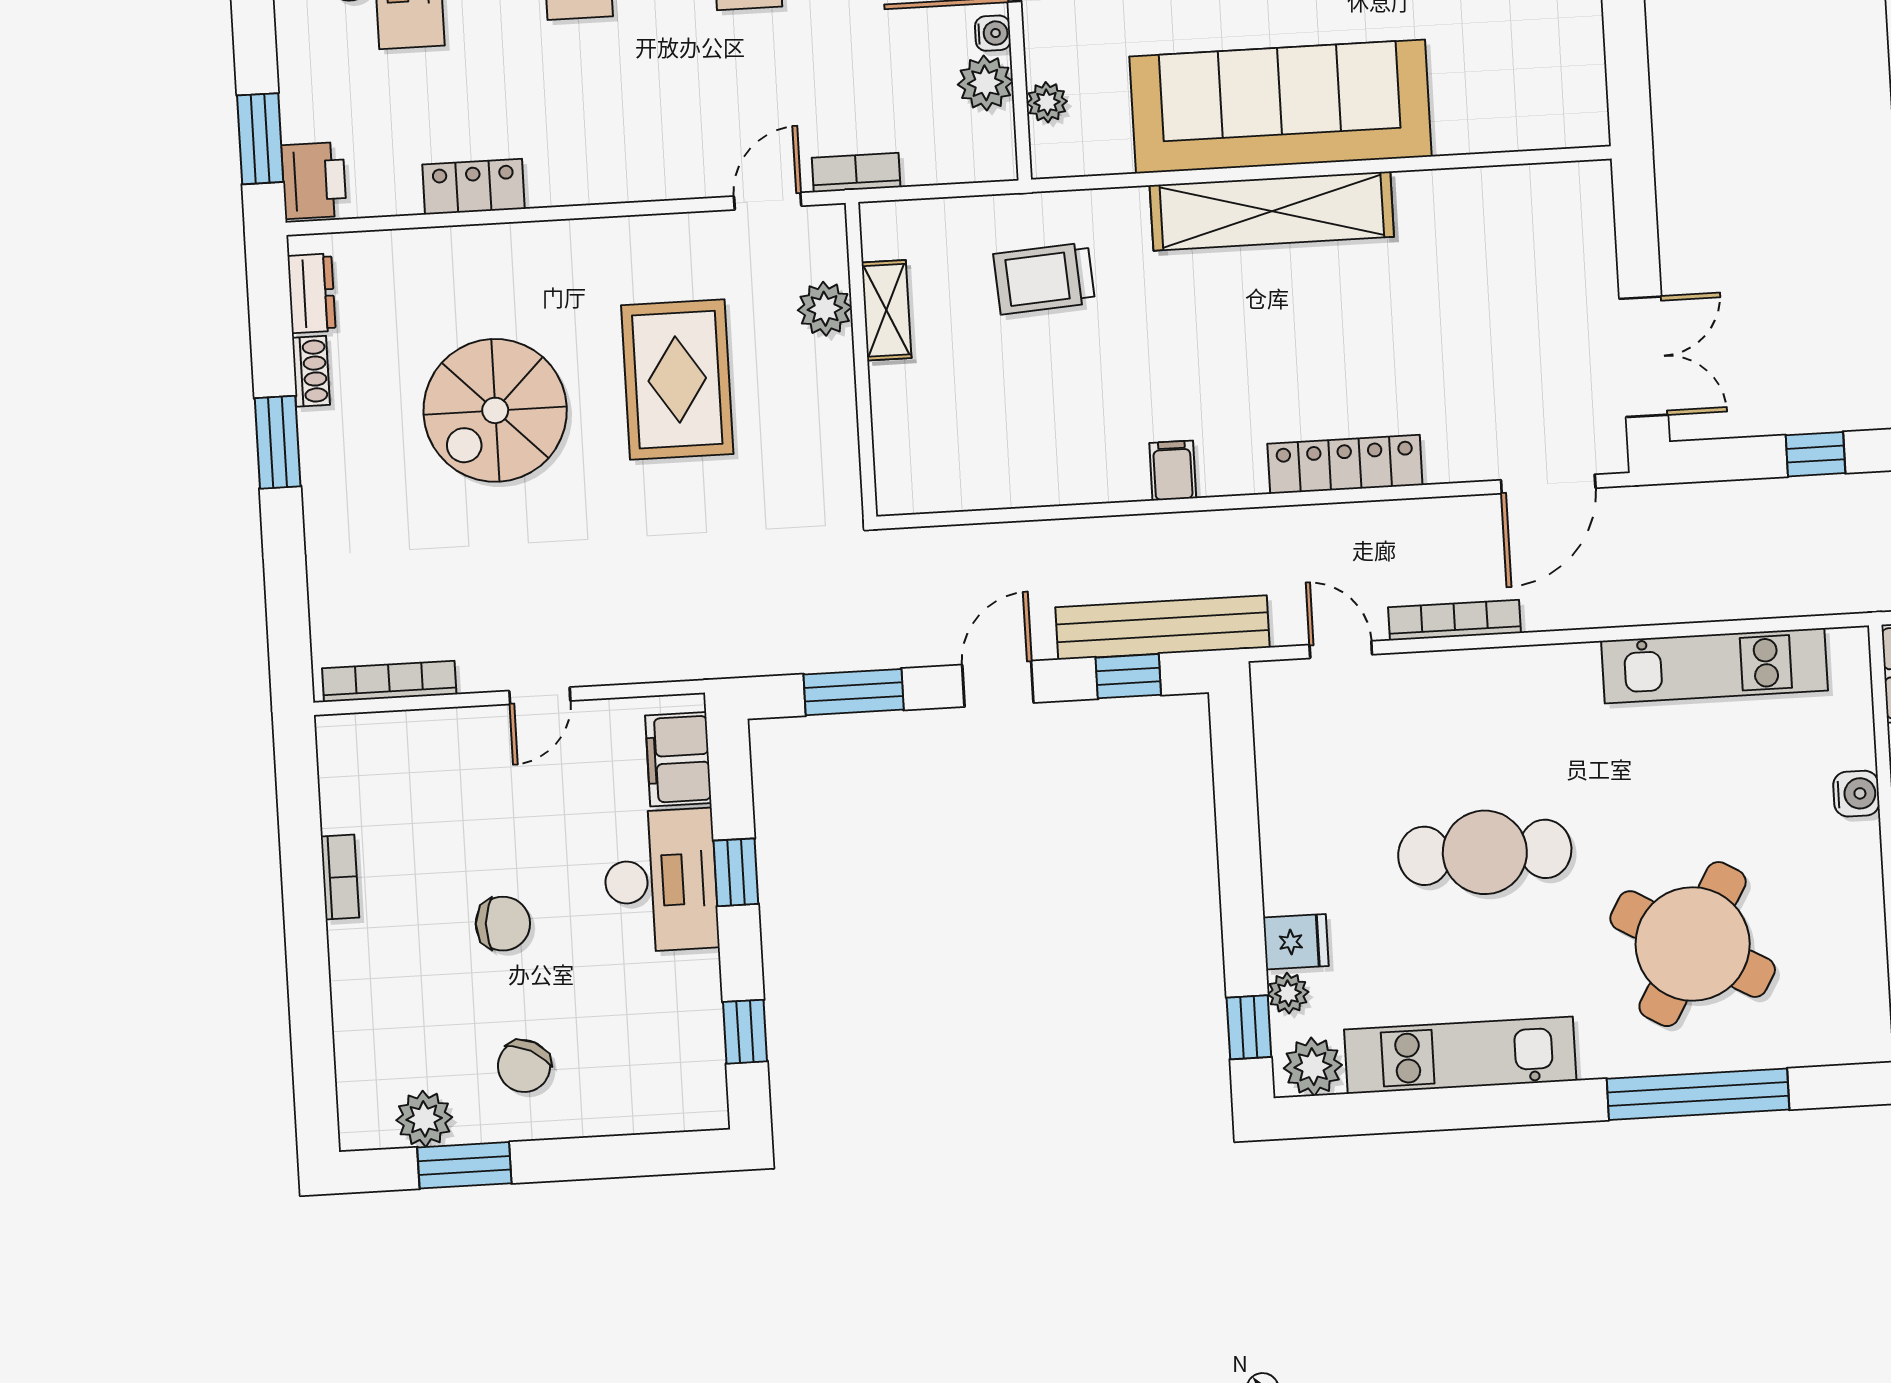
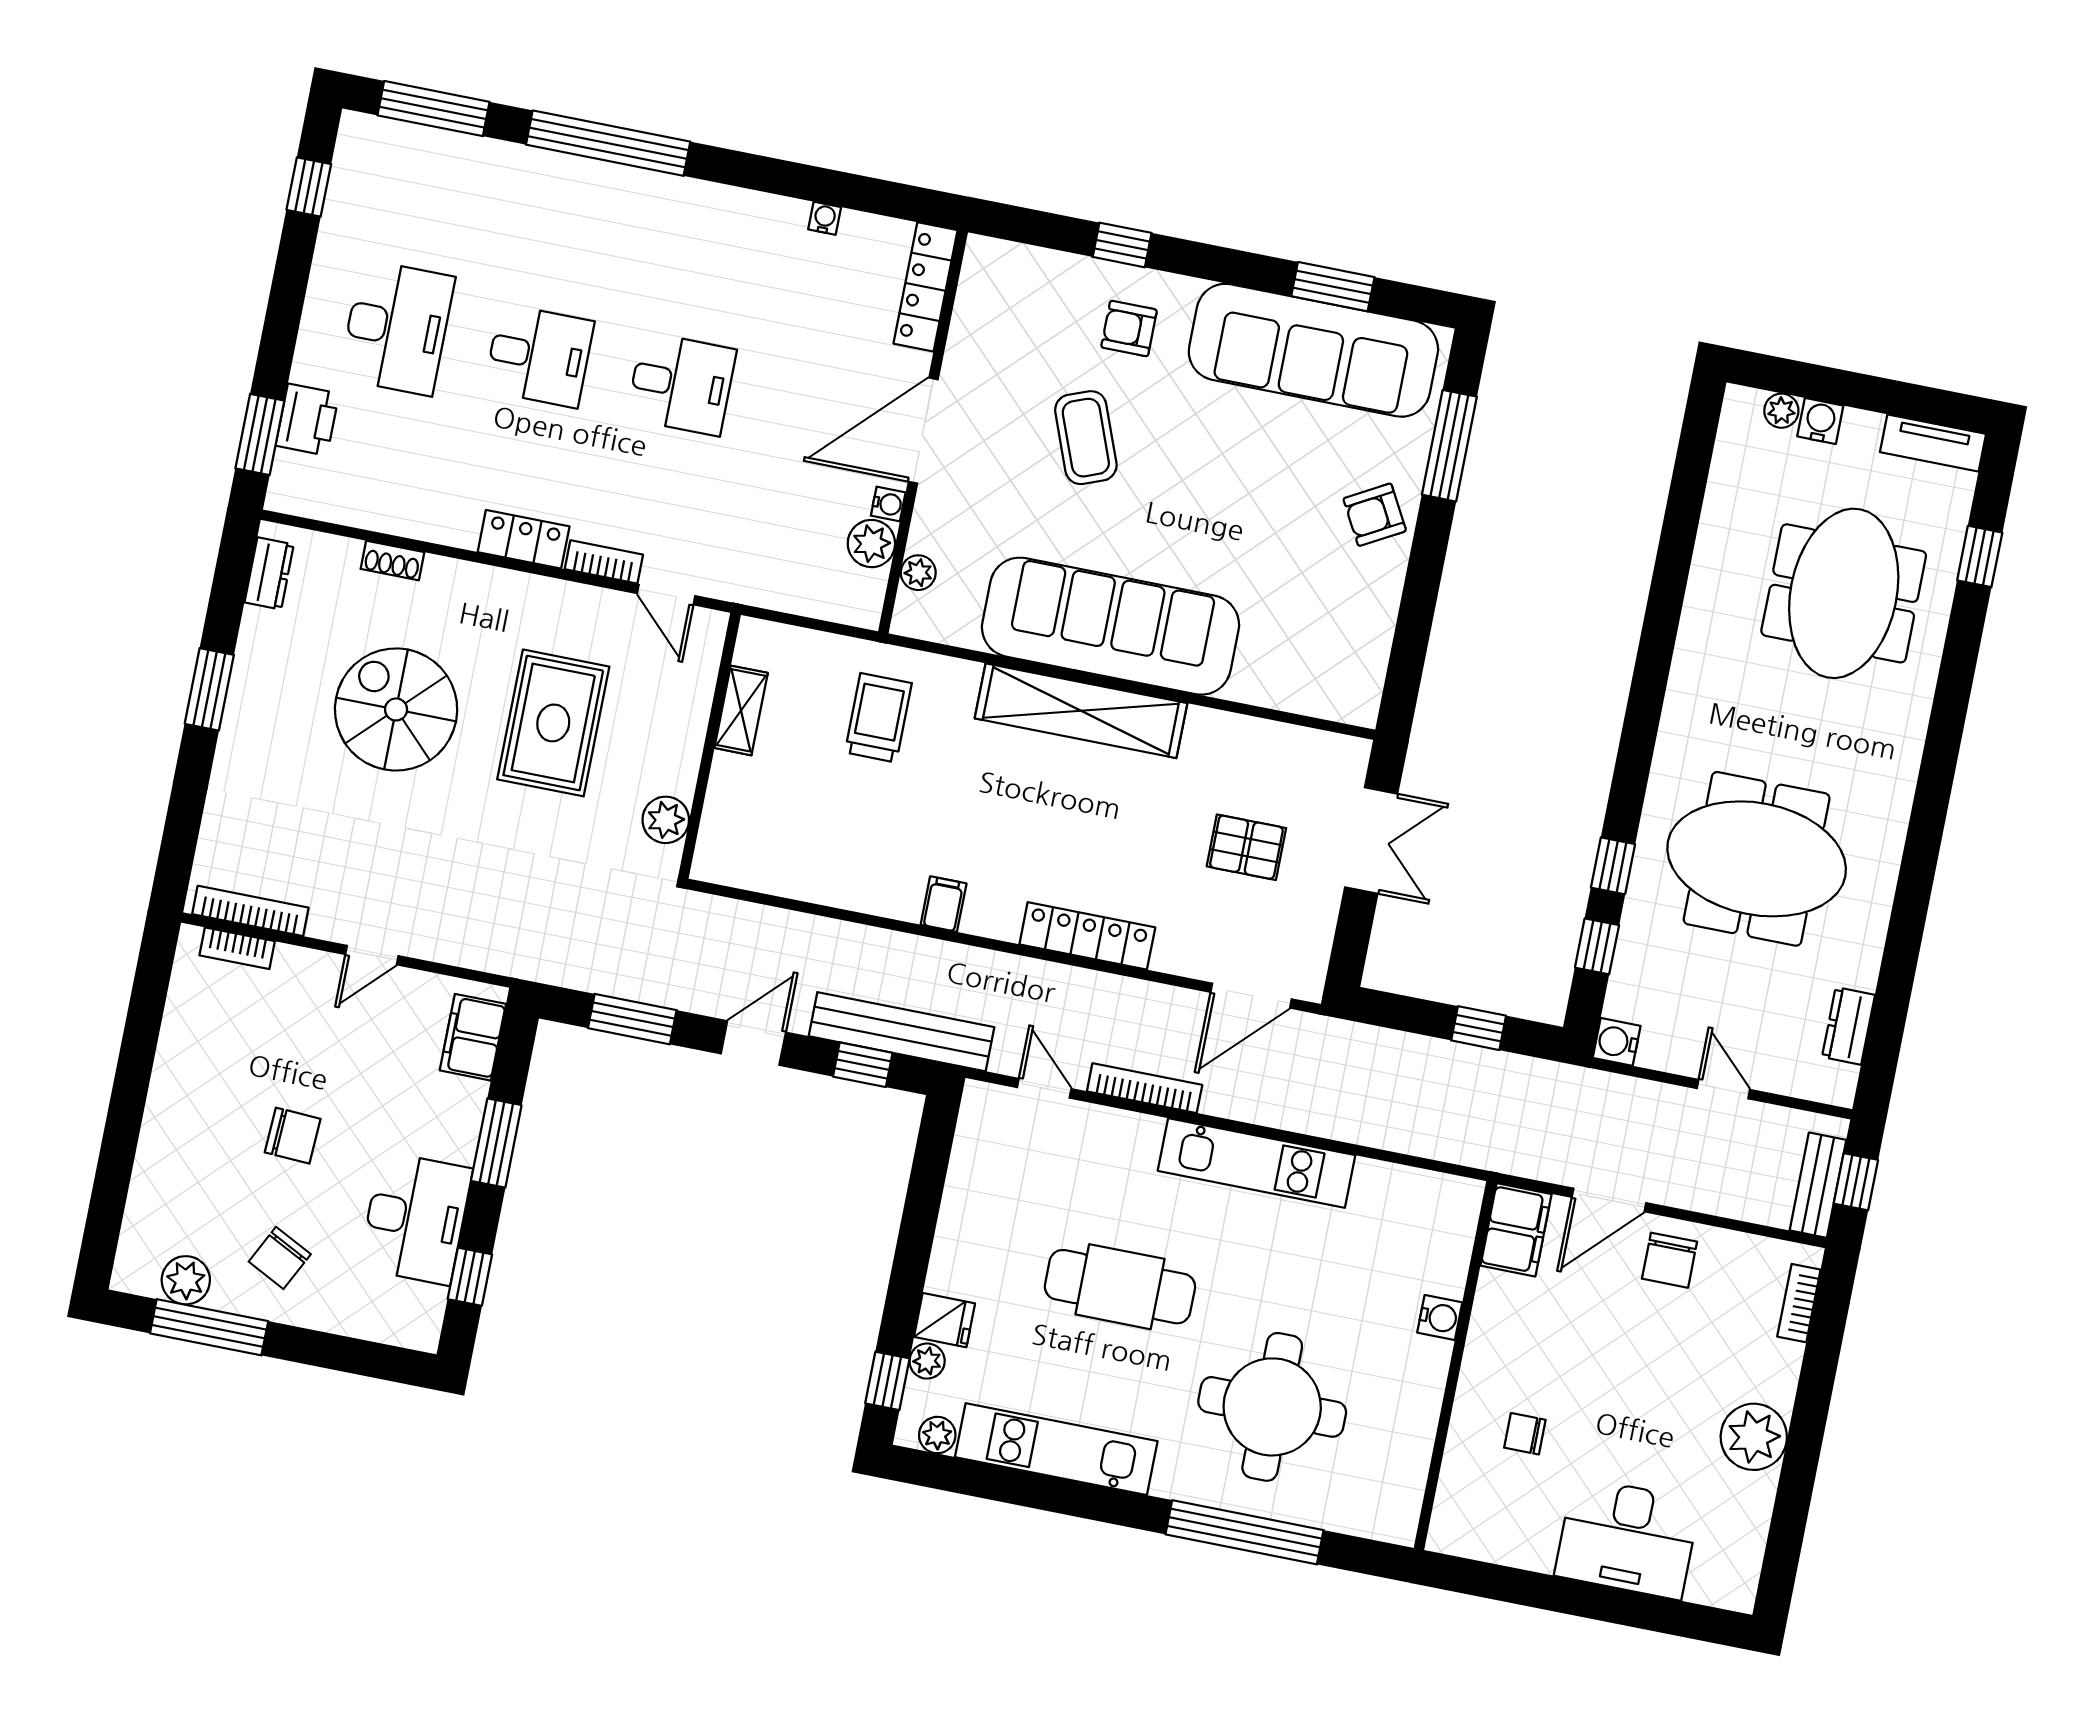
bookcase: (856, 172) -> (604, 562), moved
printer: (314, 180) -> (307, 420), moved
locker: (473, 187) -> (524, 539), moved
door: (768, 201) -> (666, 595), swing flipped
trolley: (1044, 278) -> (878, 718), turned 94
plant: (825, 309) -> (666, 820), moved
pallet: (1499, 317) -> (1246, 847), added
double door: (1644, 357) -> (1371, 840), moved
shoe rack: (311, 371) -> (393, 561), moved, turned 90
spiral stairs: (495, 410) -> (396, 709), turned 90
kitchen unit: (1715, 666) -> (1256, 1163), moved
window: (736, 872) -> (496, 1143), width x1.50
bookcase: (340, 877) -> (237, 948), moved, turned 90
desk: (661, 881) -> (416, 1218), moved
round table: (1693, 944) -> (1272, 1407), turned -30
plant: (1313, 1067) -> (937, 1435), width x0.73, depth x0.73
window: (464, 1165) -> (209, 1327), width x1.44

